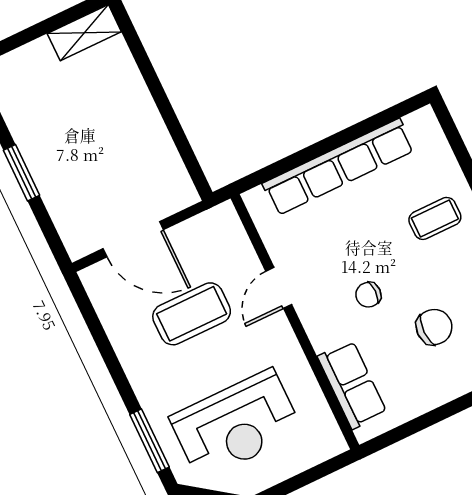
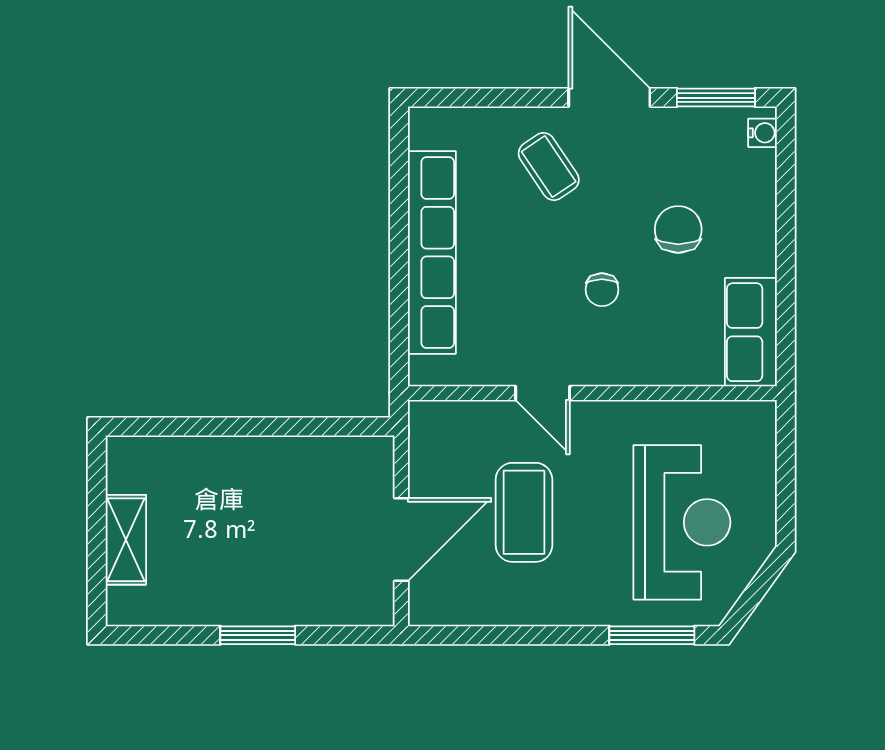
shelving: (84, 33) -> (126, 540), moved
coffee table: (435, 218) -> (549, 167), turned -34
row of seats: (352, 385) -> (751, 332), moved, turned -90

